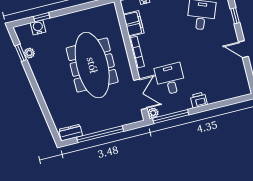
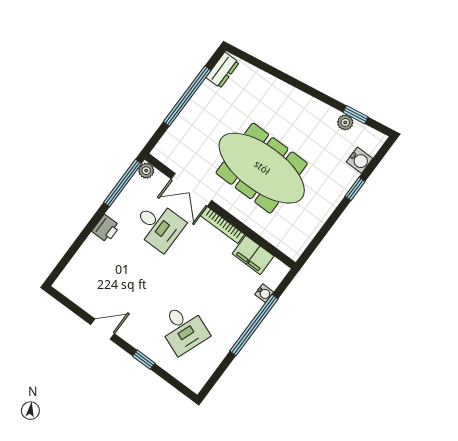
window: (42, 17) -> (355, 189), moved
double door: (140, 94) -> (191, 190), moved

